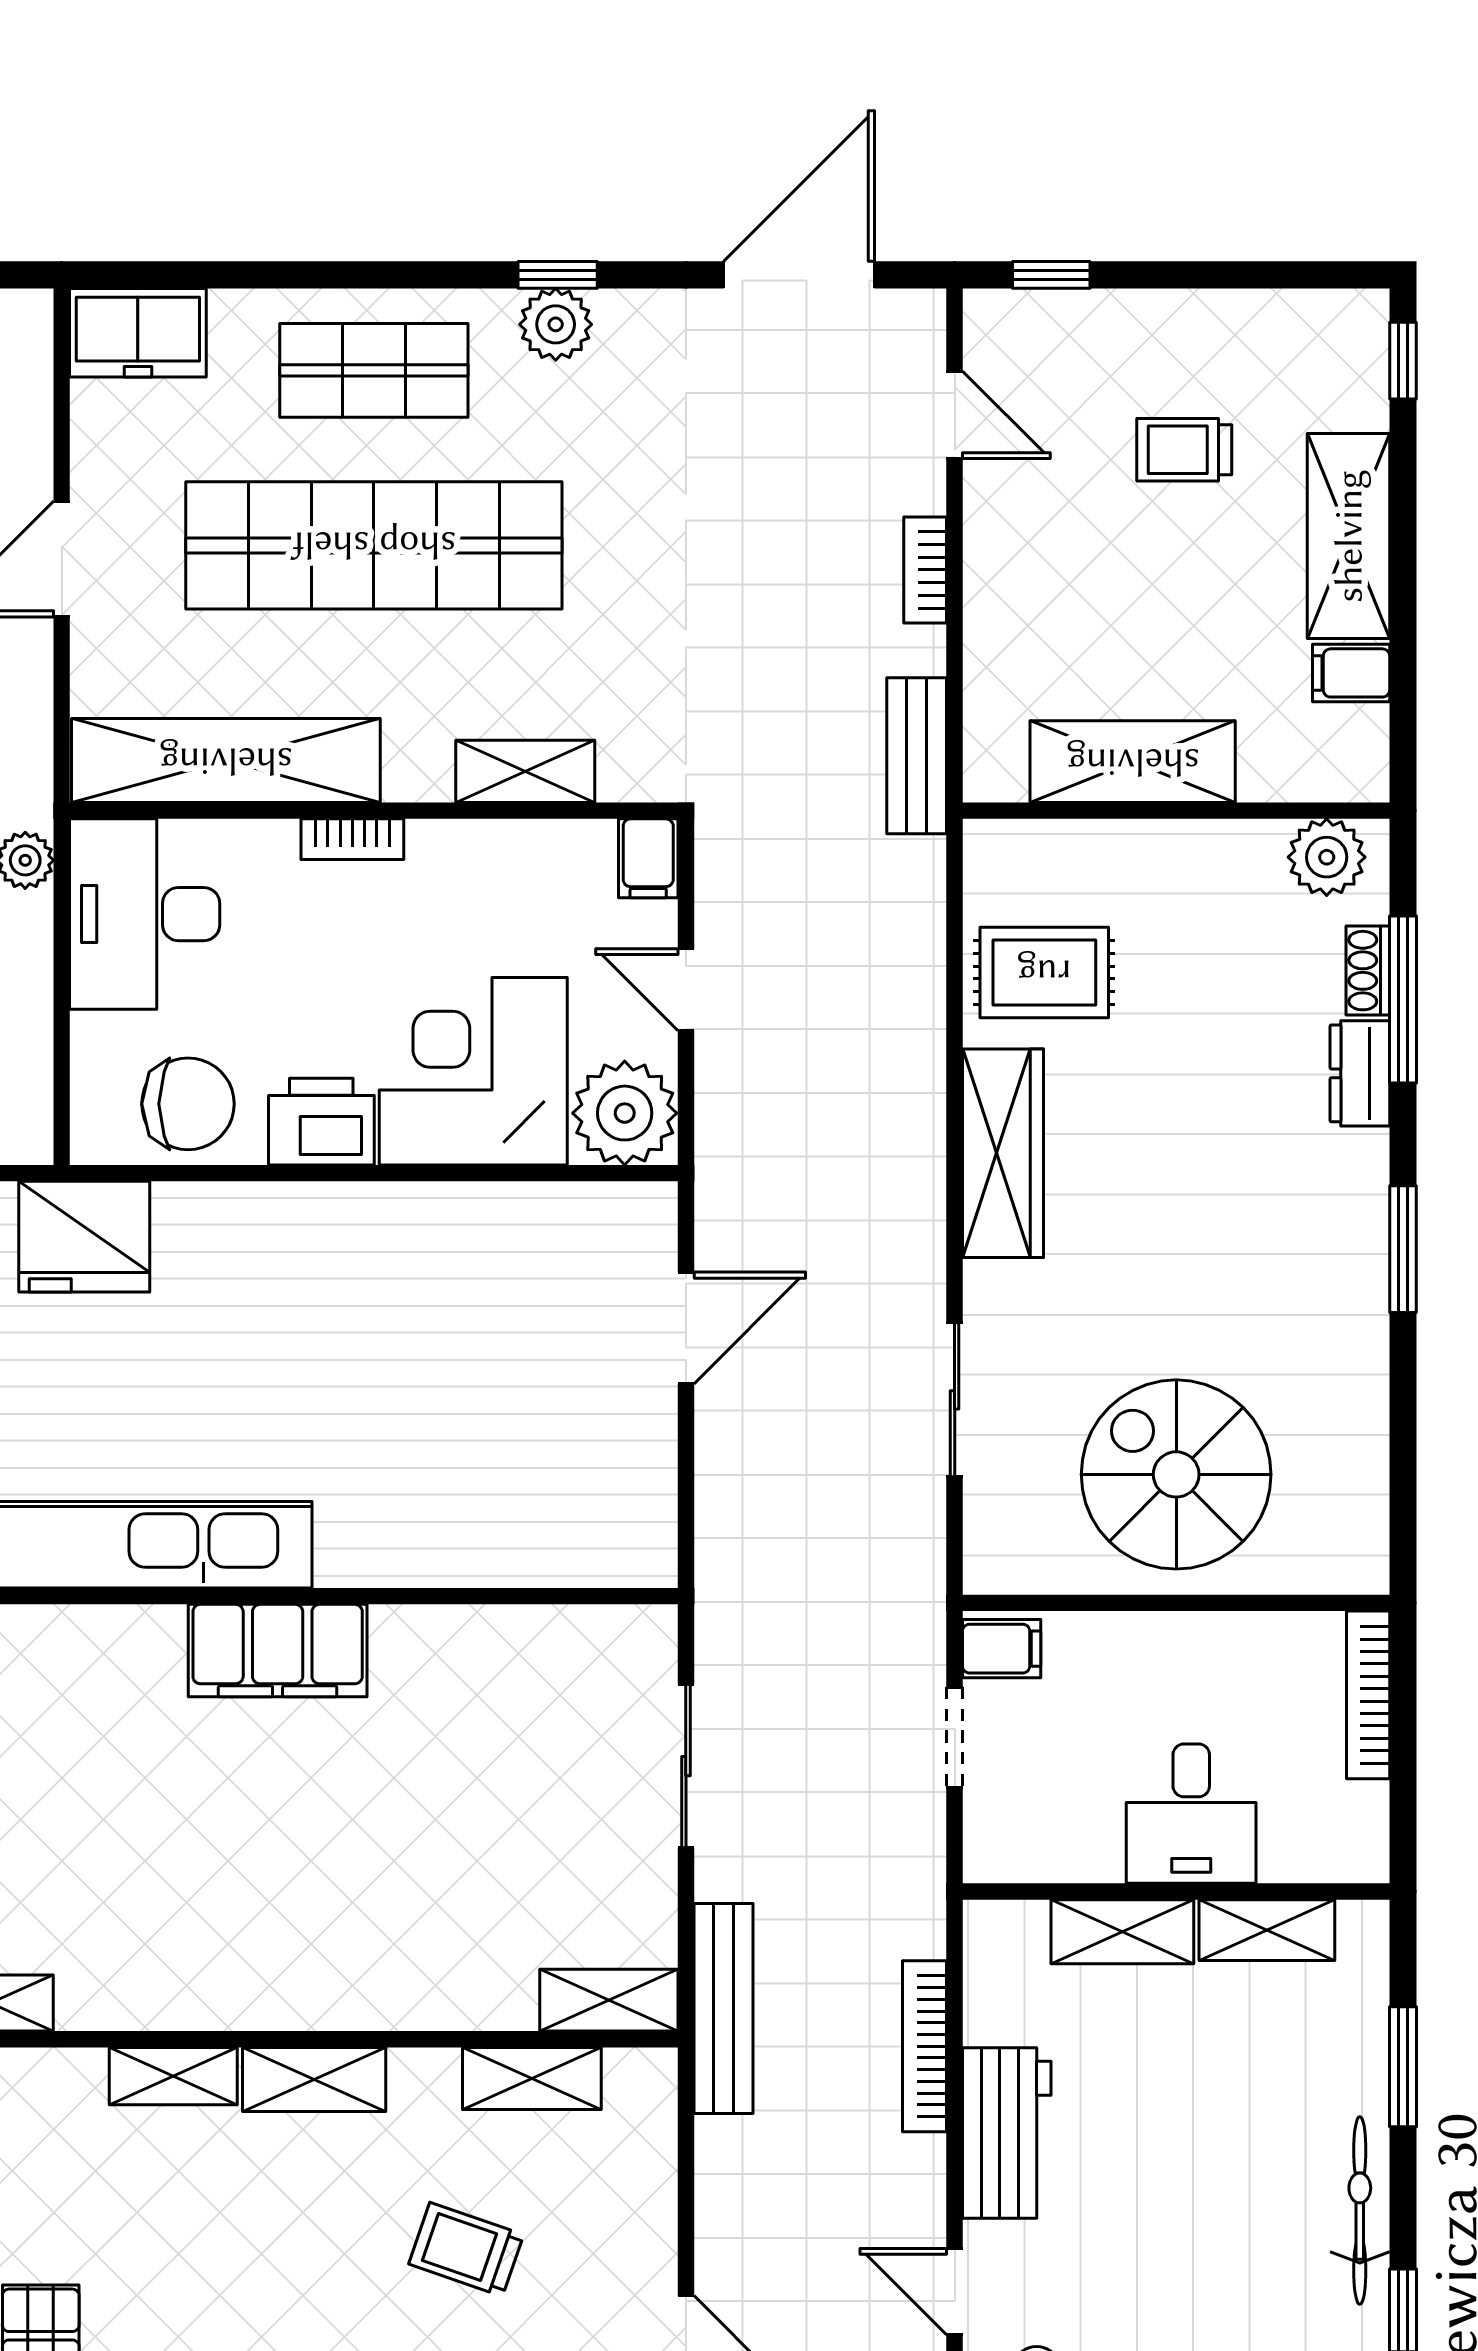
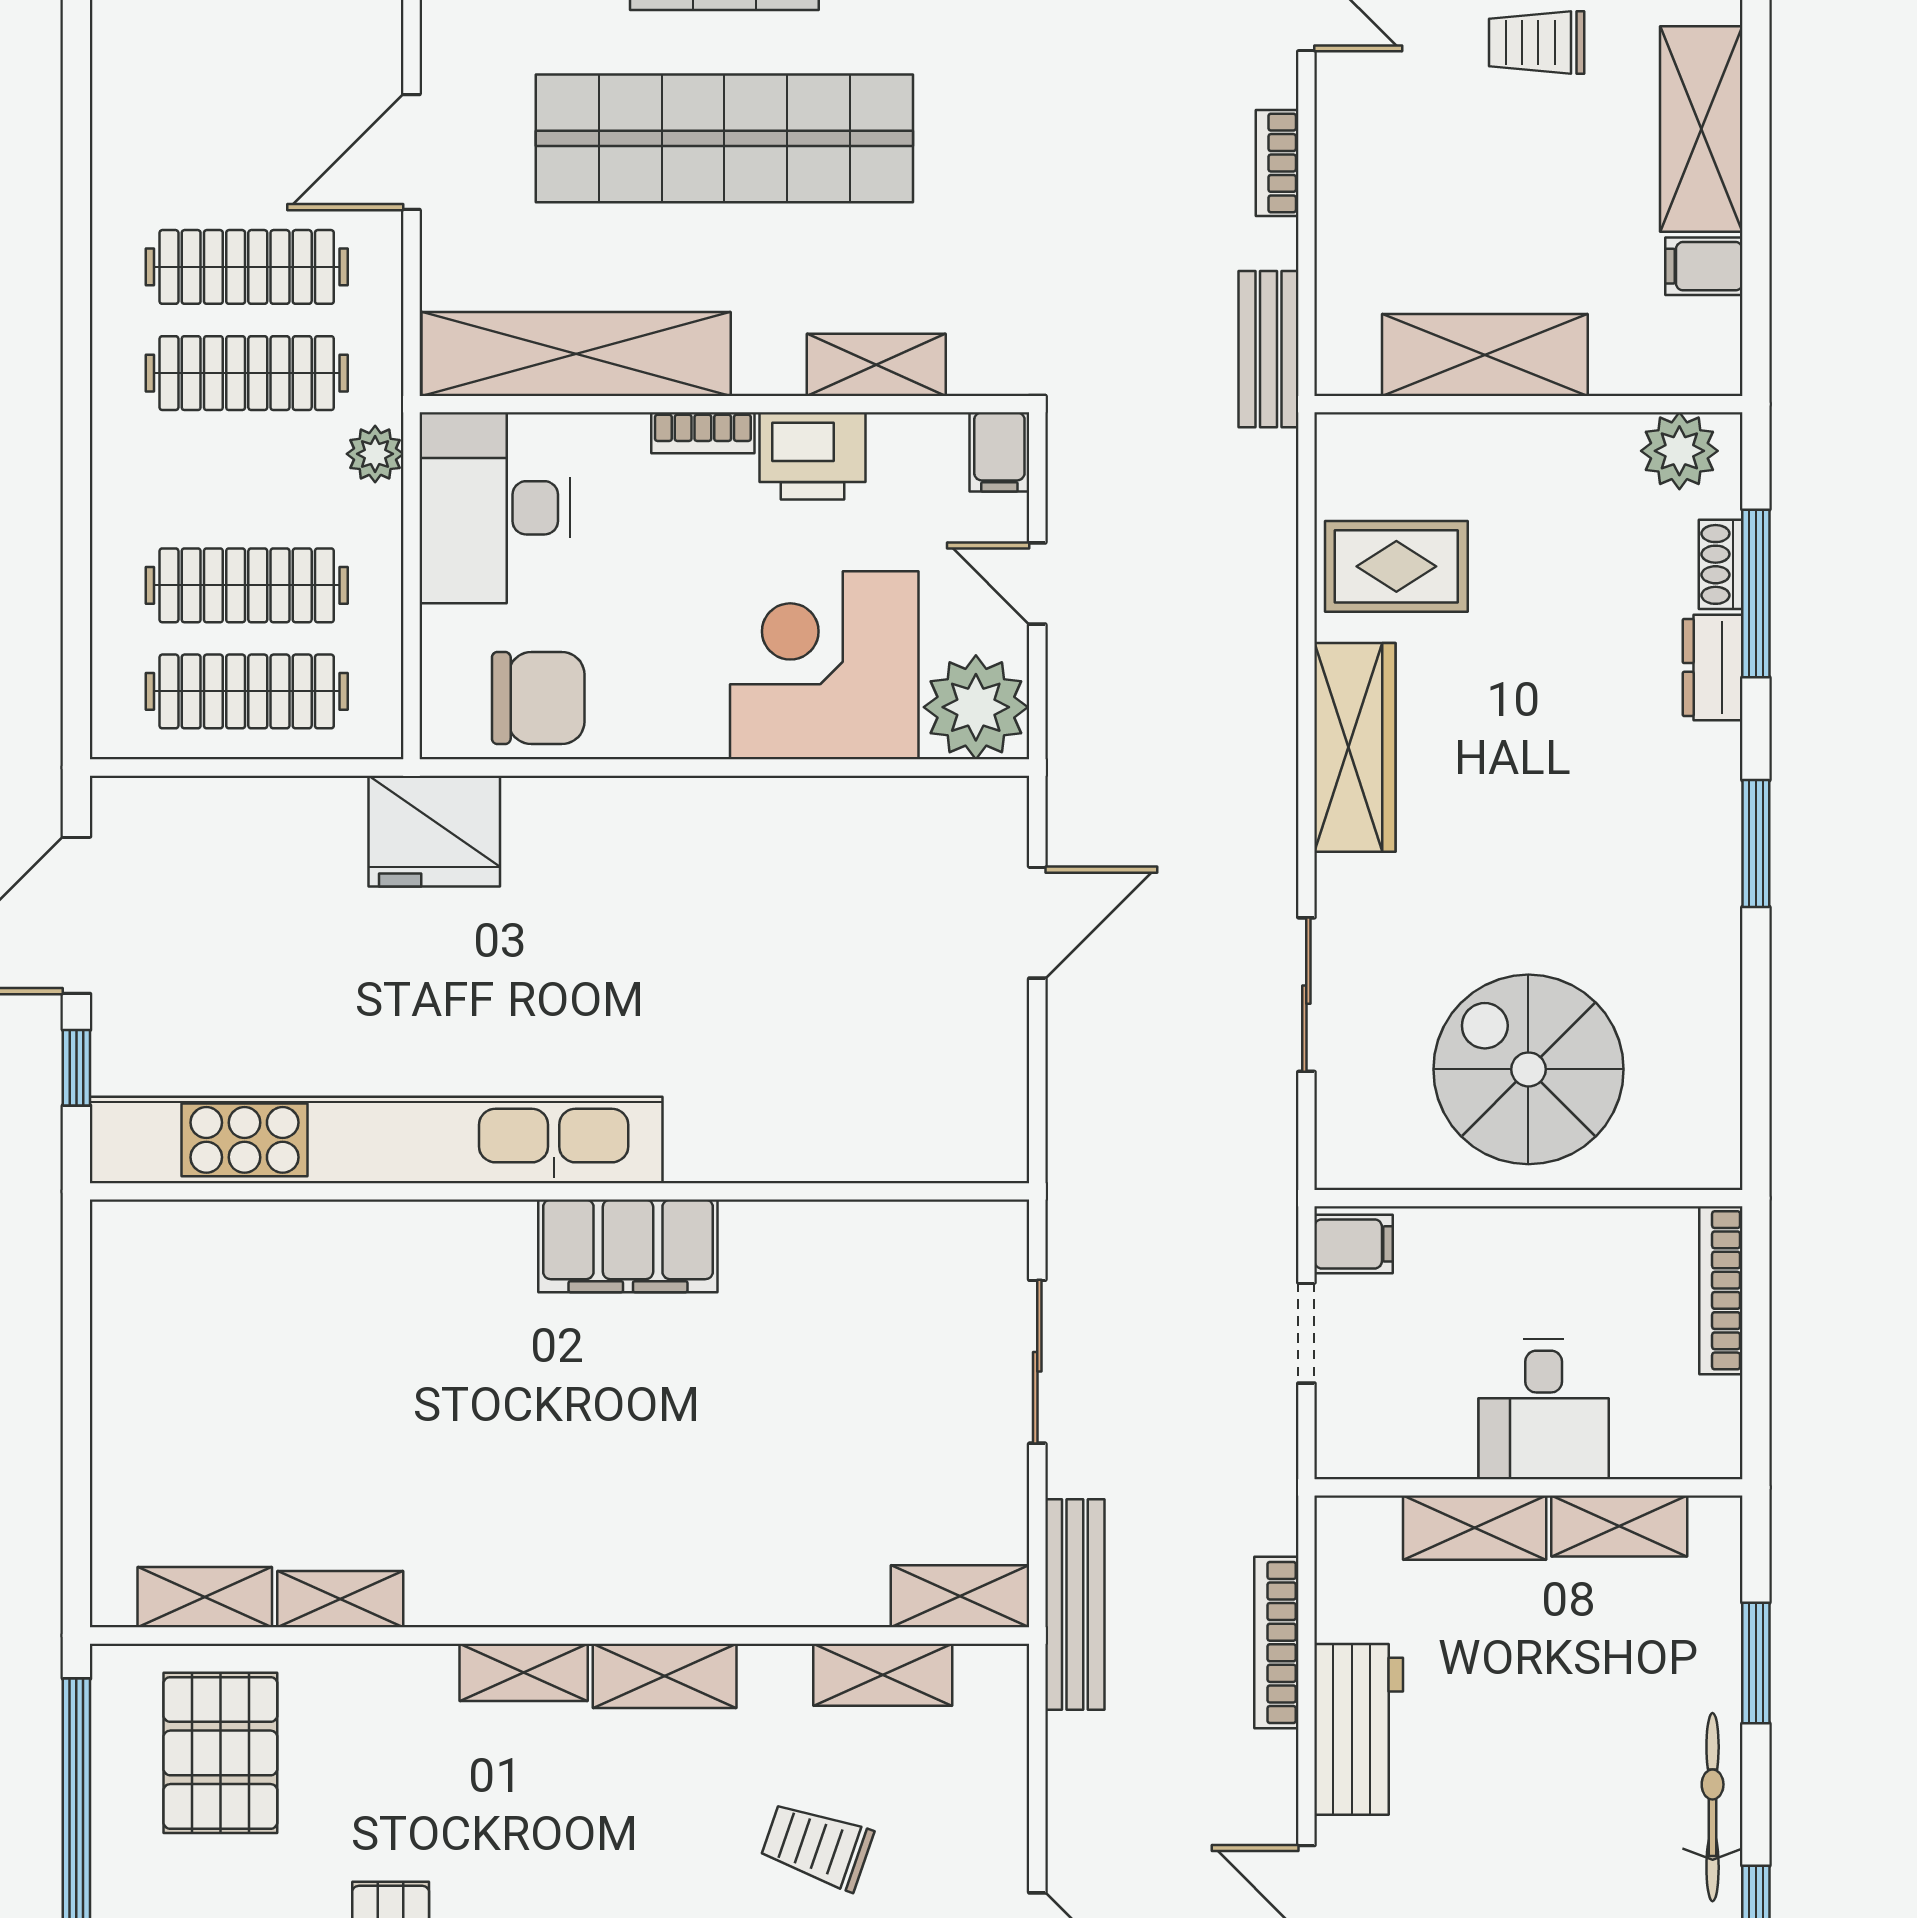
printer: (321, 1122) -> (812, 456), moved, turned 180

